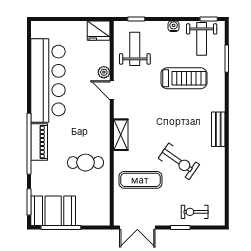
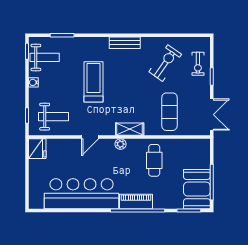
weight bench: (135, 49) -> (54, 117), turned 180
plant: (104, 72) -> (121, 144), moved
treadmill: (184, 78) -> (94, 82), moved
exercise bike: (179, 161) -> (165, 63), moved

